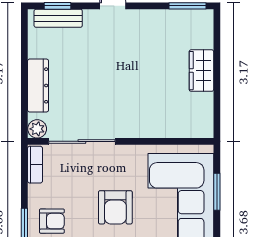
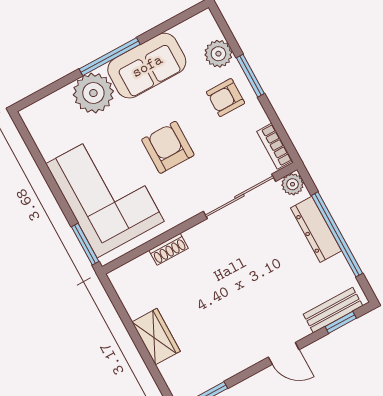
window: (24, 73) -> (337, 234), added
shoe rack: (156, 131) -> (169, 249), added
window: (217, 192) -> (85, 244), moved

